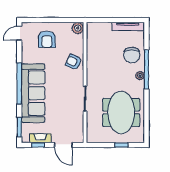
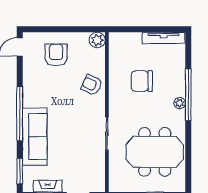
armchair: (47, 39) -> (56, 55), turned 180
chair: (132, 55) -> (142, 81), moved, turned 90
sofa: (33, 93) -> (35, 137), width x0.74, depth x0.79
meeting table: (121, 112) -> (155, 152), turned 90

